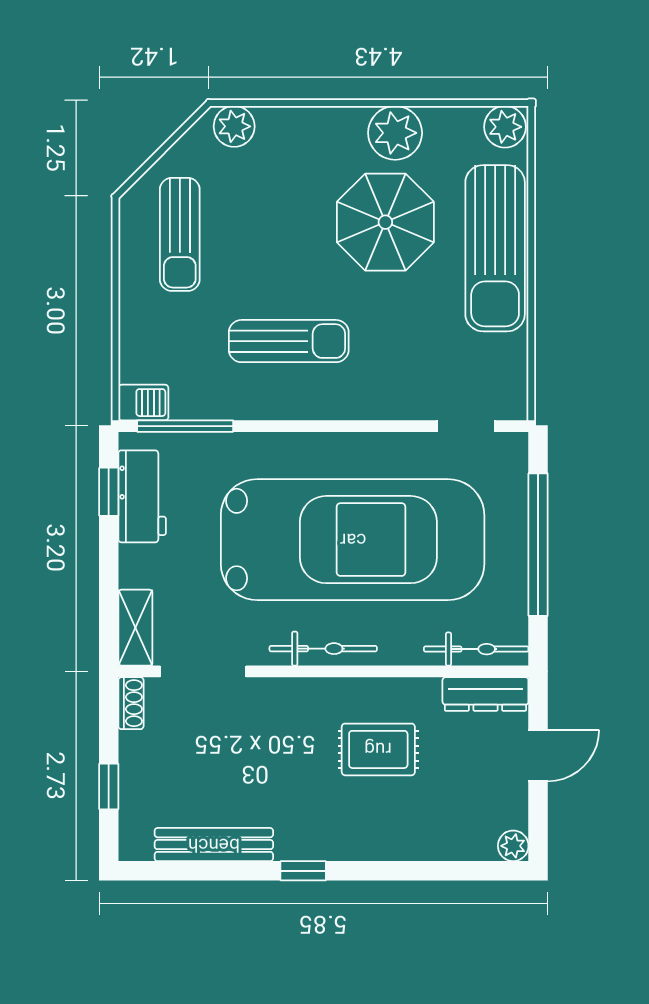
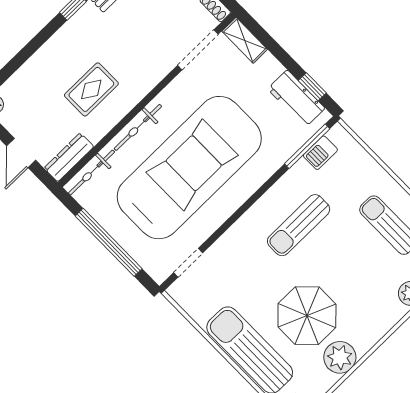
barbecue: (143, 403) -> (320, 153), moved
car: (353, 540) -> (189, 168), turned 180
bicycle: (323, 649) -> (138, 127), moved

